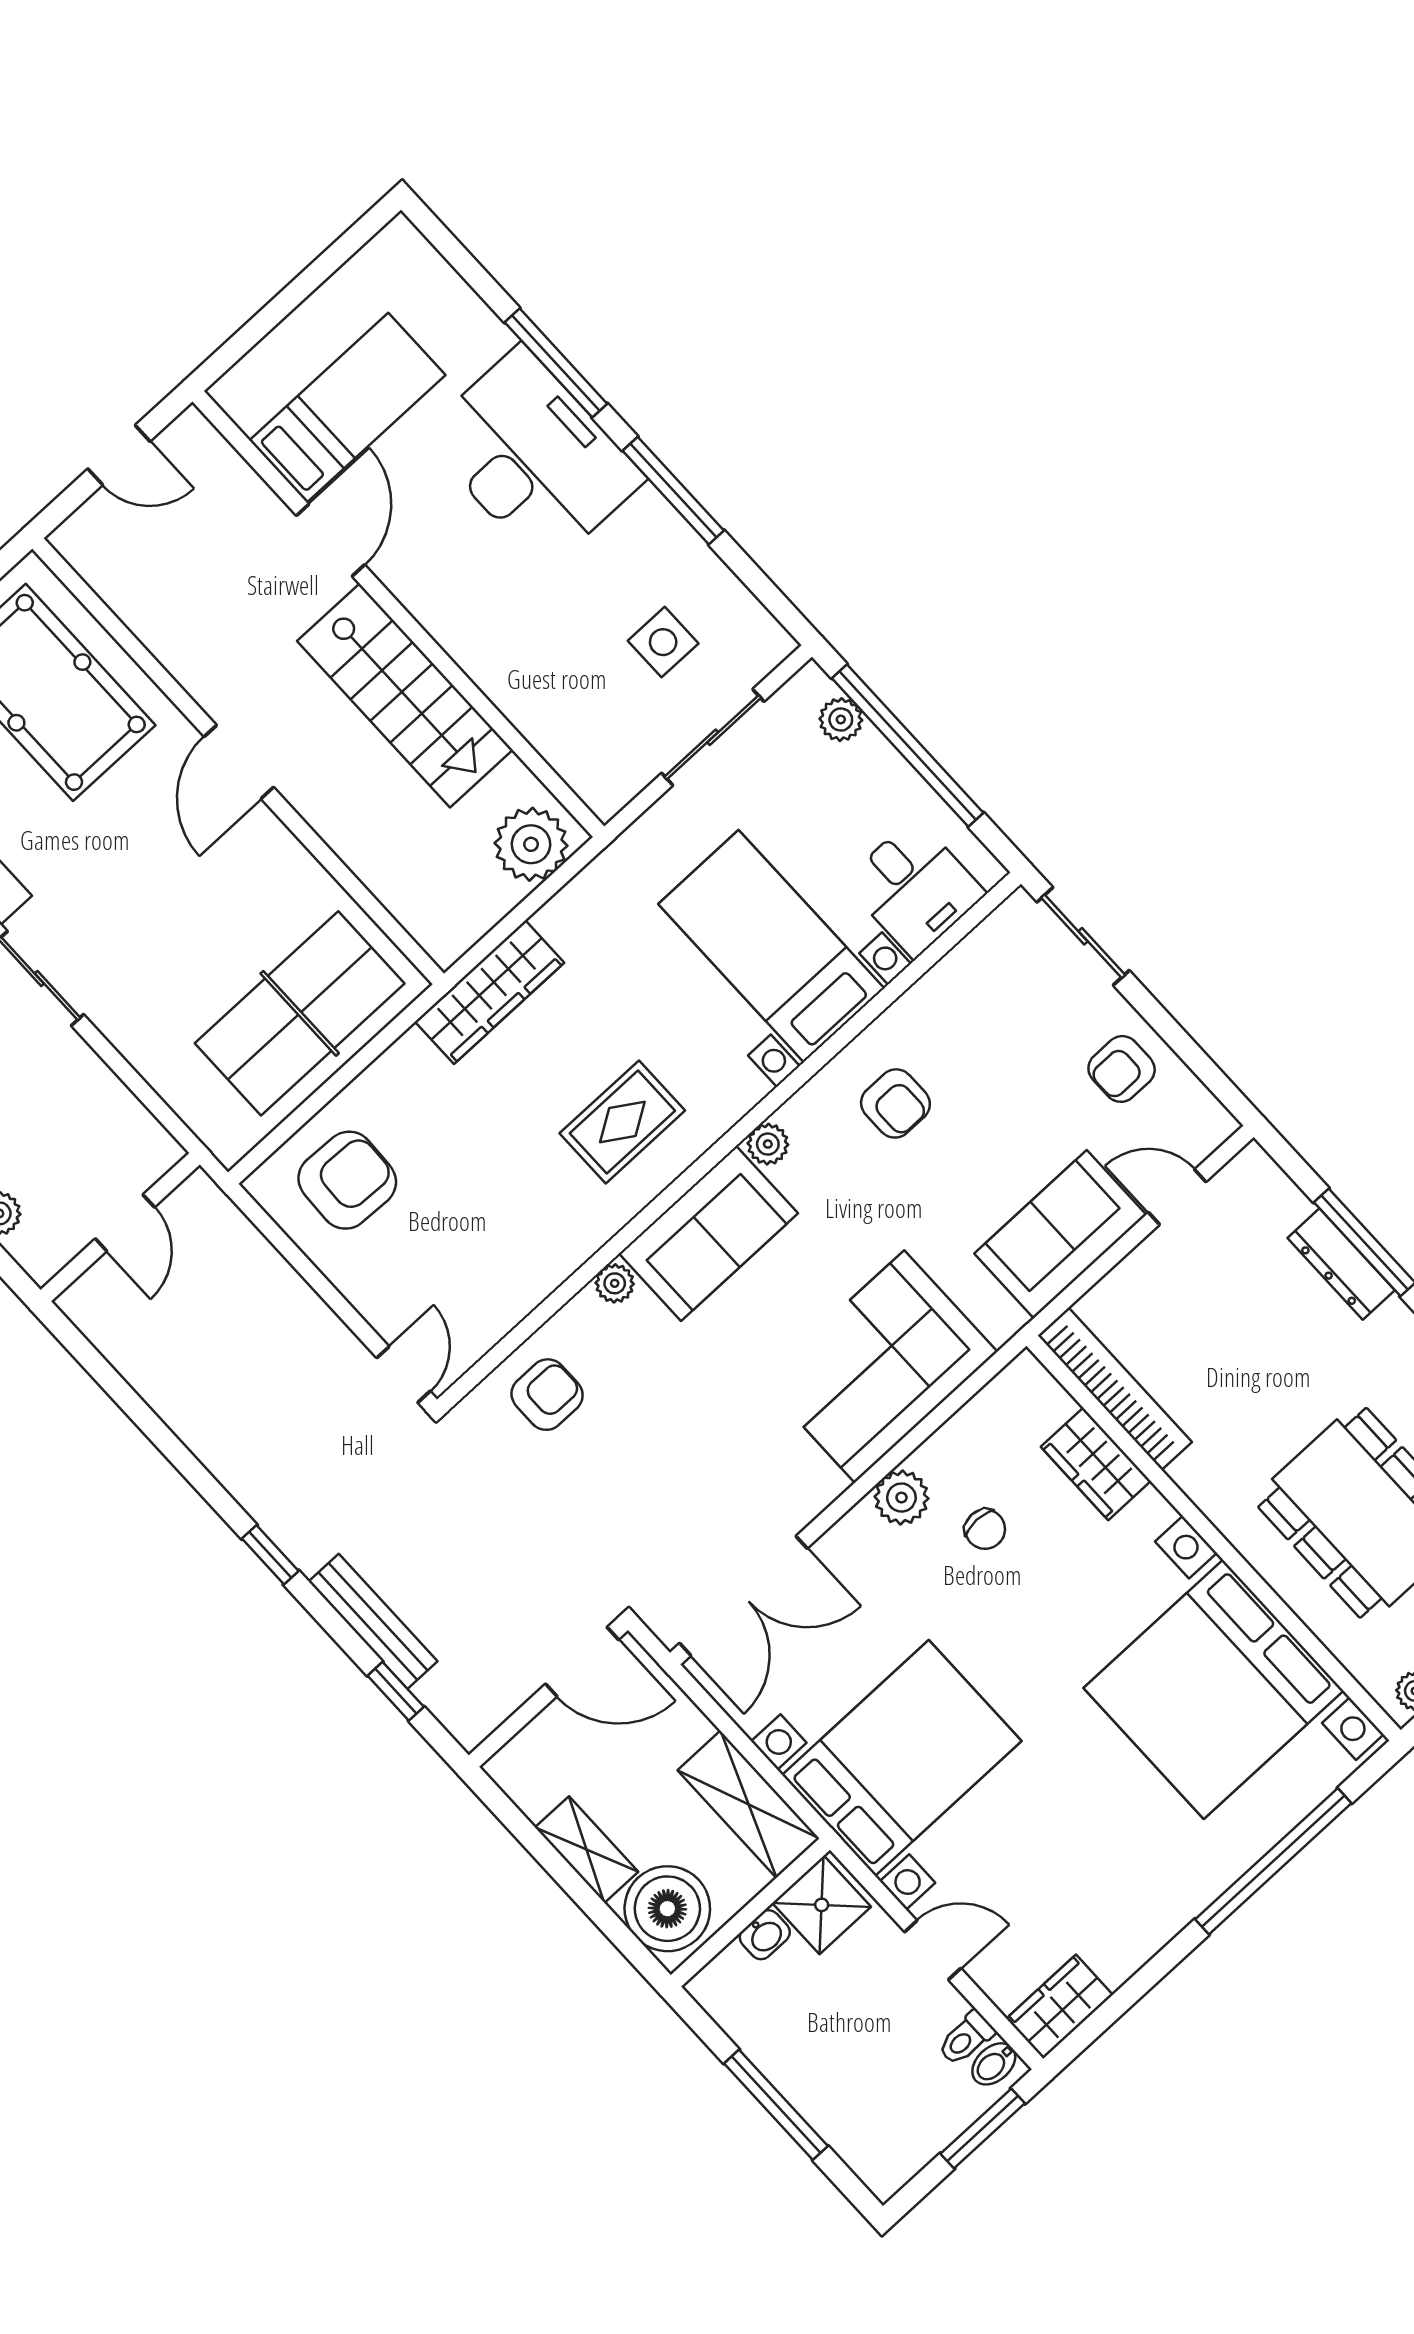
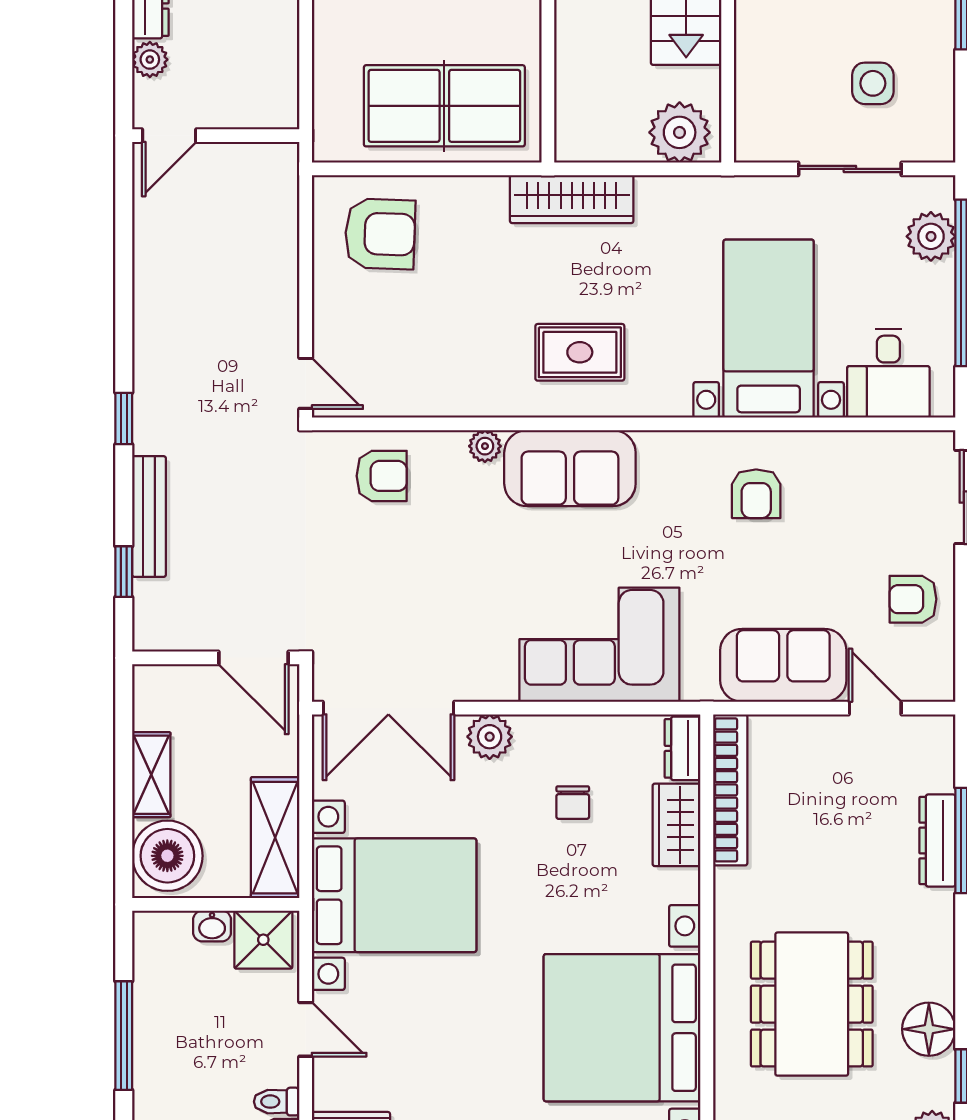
plant: (841, 720) -> (931, 236), width x1.38, depth x1.38
plant: (768, 1144) -> (656, 447), removed
door: (125, 1223) -> (169, 136), moved
door: (403, 1374) -> (306, 383), hinge flipped
dresser: (1039, 1391) -> (683, 748), added
plant: (901, 1498) -> (490, 737), moved

